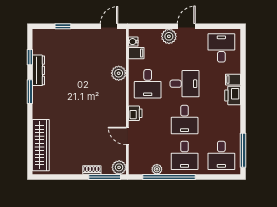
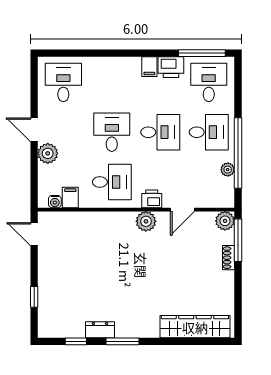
desk: (221, 48) -> (63, 82), turned 90
dresser: (38, 70) -> (100, 330), width x0.70
plant: (119, 73) -> (146, 221), moved
filing cabinet: (233, 80) -> (149, 67), moved
printer: (233, 95) -> (171, 67), moved
desk: (221, 155) -> (209, 82), turned -90

